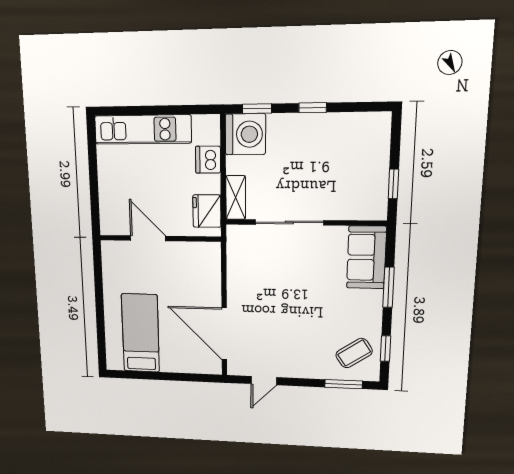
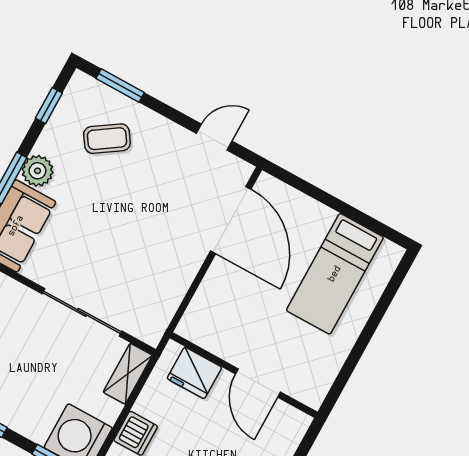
fridge: (207, 211) -> (194, 373), moved, turned 90
plant: (371, 302) -> (37, 171), added
coffee table: (354, 353) -> (107, 139), moved

